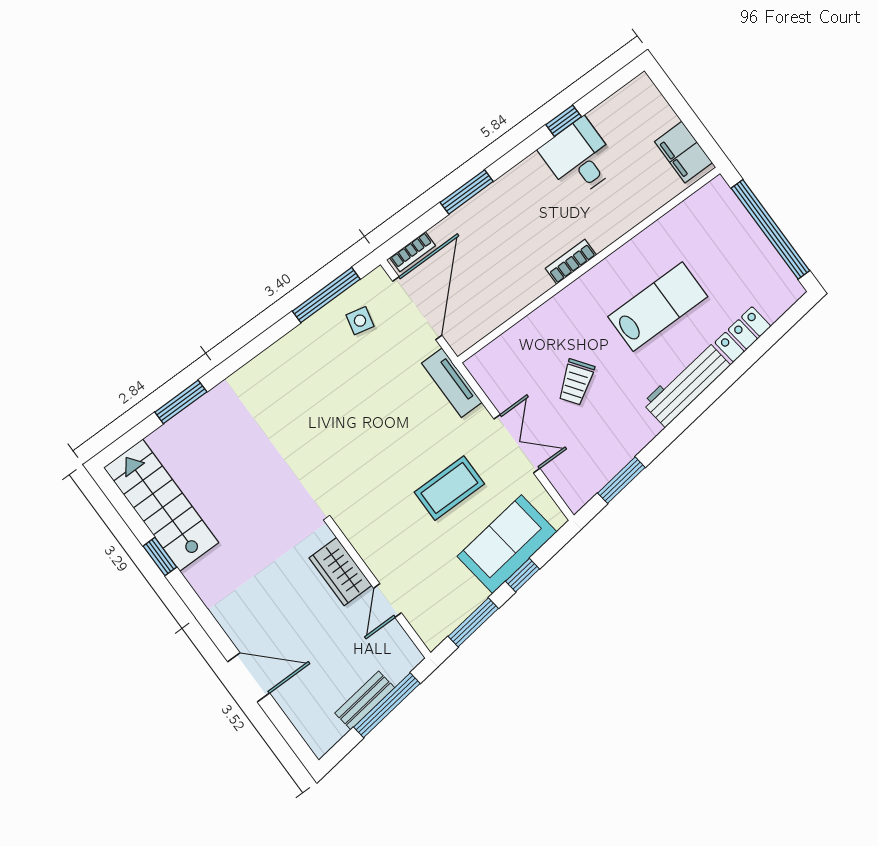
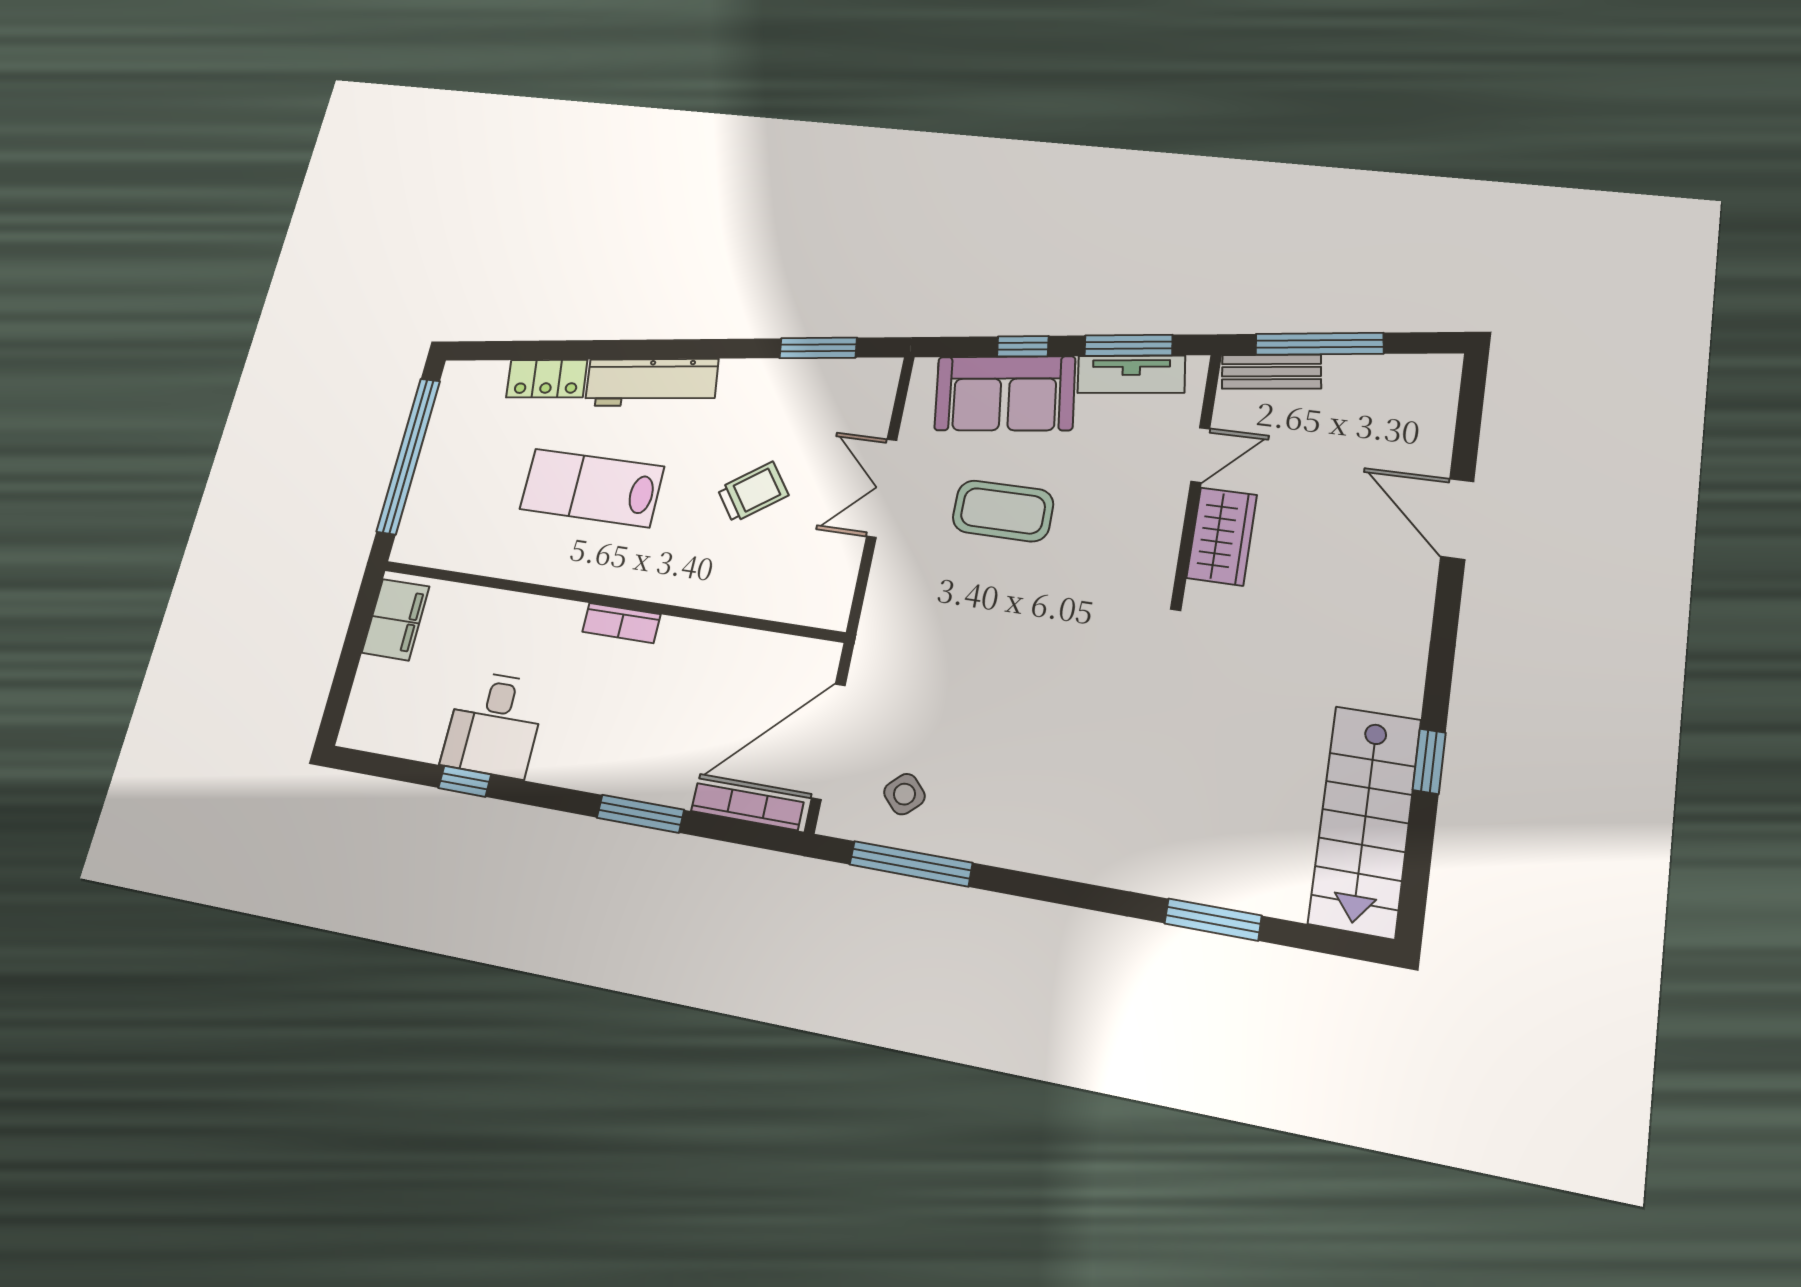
bookcase: (412, 252) -> (747, 807), width x1.56
side table: (360, 321) -> (904, 794), turned 34
tv unit: (452, 383) -> (1131, 374), moved, turned 82
bench: (365, 700) -> (1271, 372), moved

